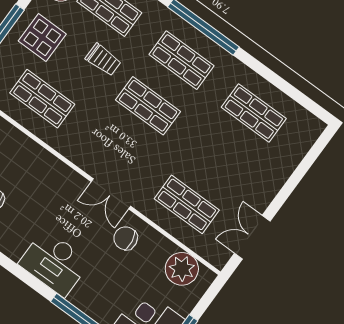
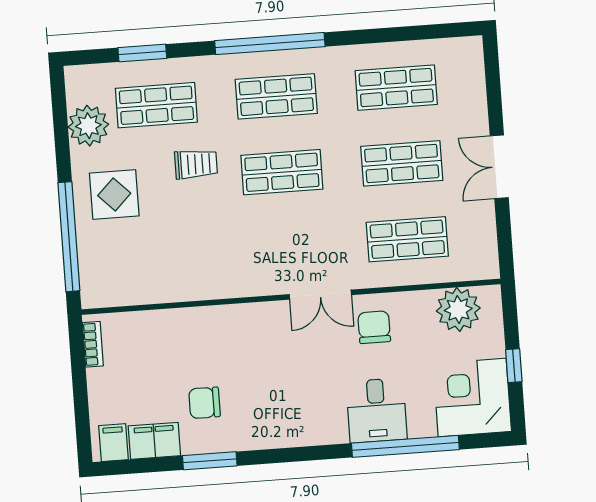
shop shelf: (42, 99) -> (402, 163), moved
double door: (252, 237) -> (499, 167), moved
chair: (126, 238) -> (374, 327), turned 99
desk: (54, 263) -> (377, 410), moved, width x0.73

